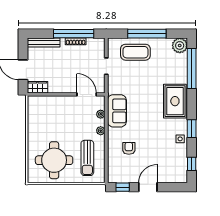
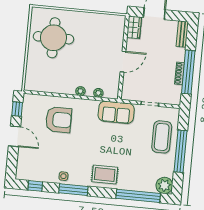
bench: (44, 42) -> (182, 34), width x0.73
door: (87, 94) -> (123, 62), moved
rug: (175, 101) -> (105, 174), width x0.73, depth x0.70
sofa: (117, 111) -> (116, 112), moved
window: (192, 129) -> (73, 190), width x1.44
armchair: (129, 148) -> (59, 120), width x1.88, depth x1.88
sun lounger: (87, 158) -> (52, 74), removed

